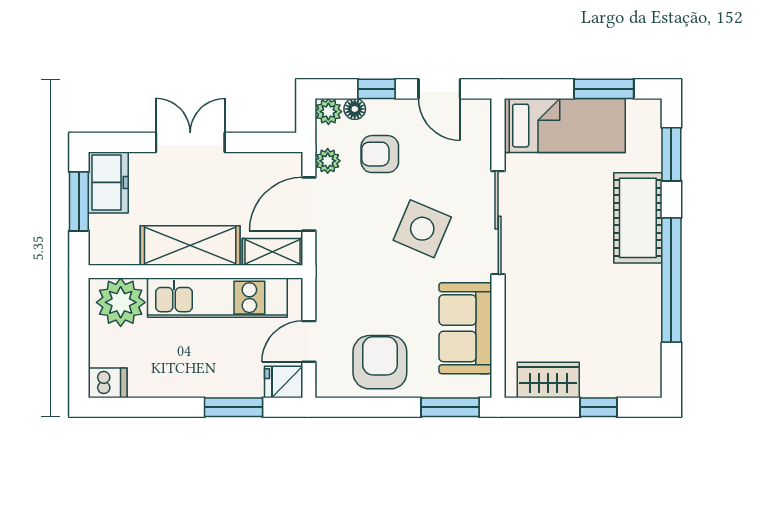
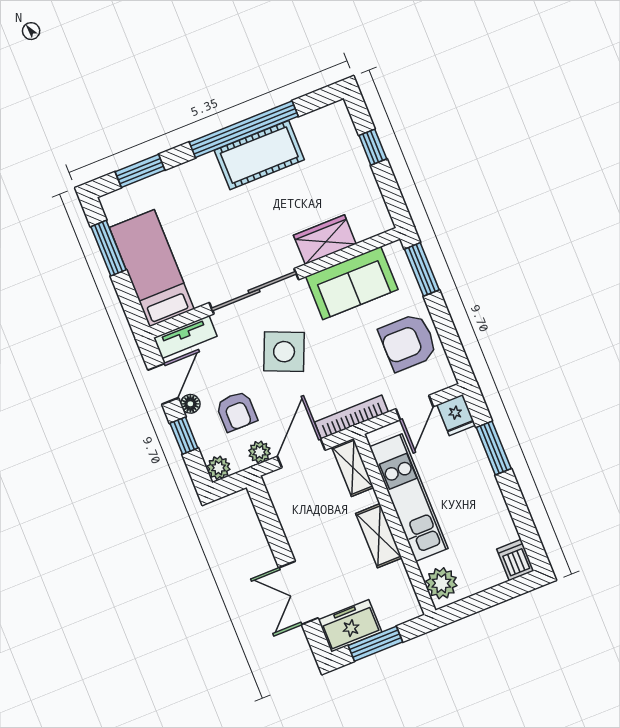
floor lamp: (355, 109) -> (190, 404), moved
tv unit: (479, 132) -> (185, 337), added
double door: (190, 142) -> (298, 593), moved
door: (309, 204) -> (301, 453), swing flipped
cot: (638, 218) -> (259, 155), moved
shelving: (190, 245) -> (379, 536), width x0.67, depth x0.75
bookcase: (326, 272) -> (351, 417), added
plant: (121, 302) -> (441, 583), width x0.73, depth x0.73
door: (309, 341) -> (414, 408), hinge flipped
wardrobe: (548, 380) -> (325, 240), moved, turned 90

